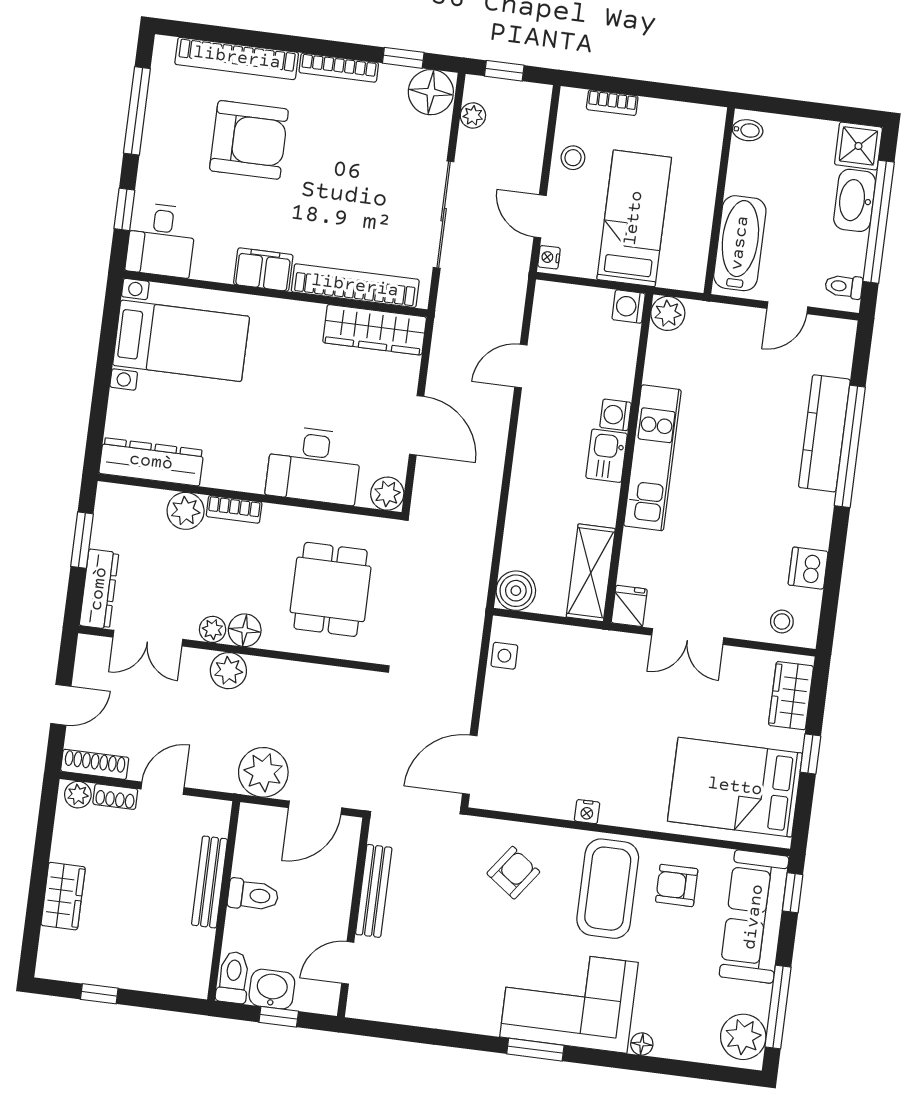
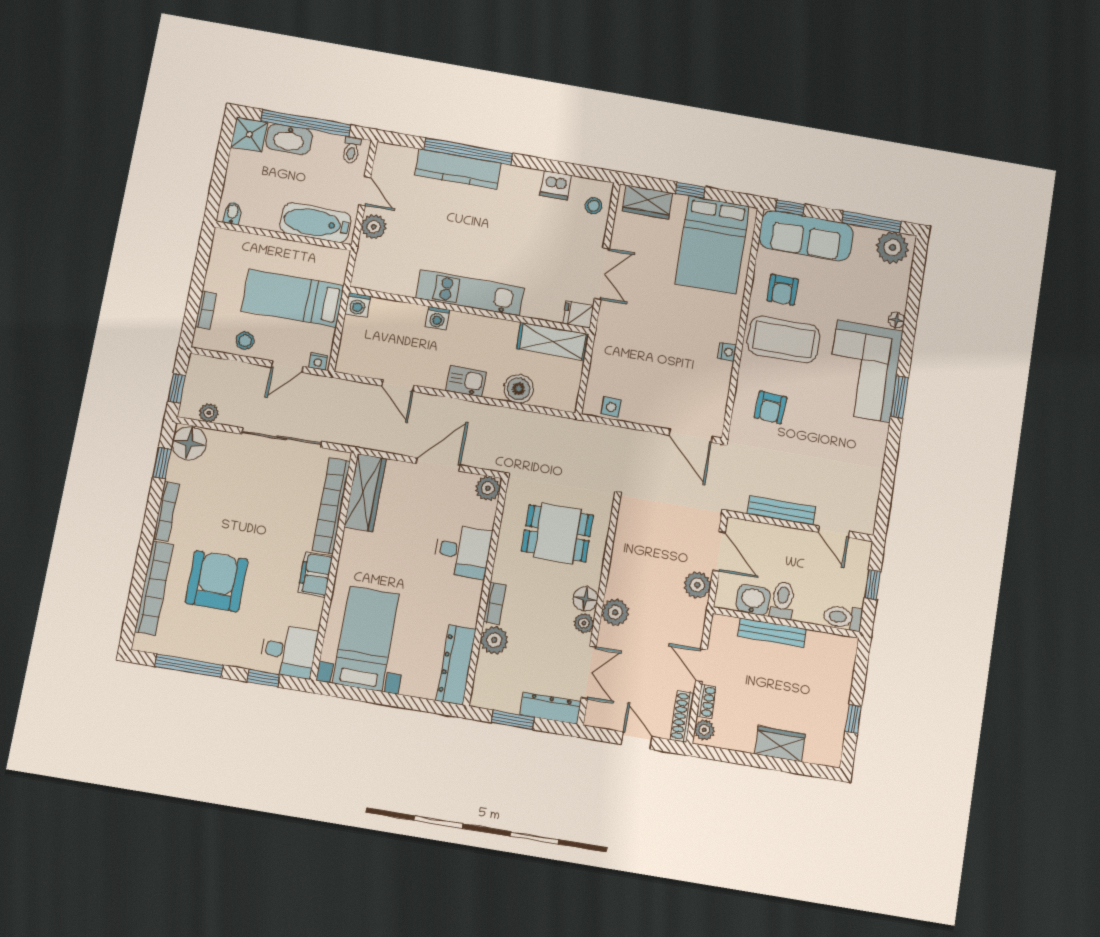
plant: (668, 313) -> (374, 227), moved
kitchen sink: (607, 456) -> (466, 381), moved, turned 180
desk: (314, 465) -> (463, 551), width x0.73
boiler: (516, 591) -> (519, 389), moved
plant: (263, 772) -> (697, 585), width x0.73, depth x0.73
armchair: (513, 873) -> (770, 407), turned -122
washbasin: (272, 989) -> (753, 600), moved, turned 90

